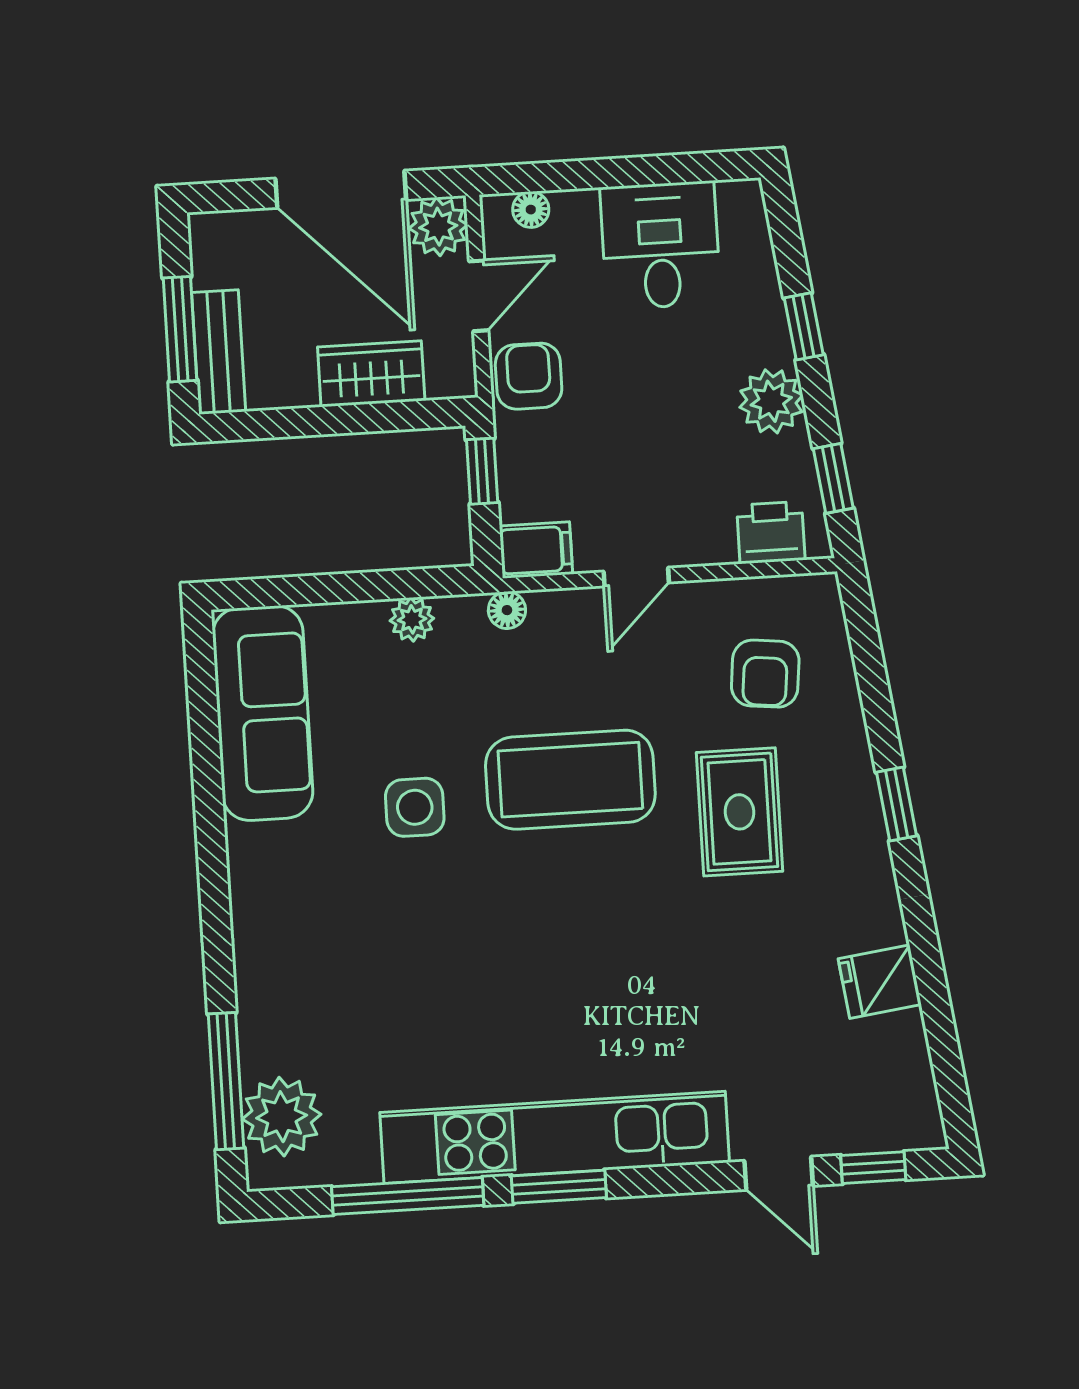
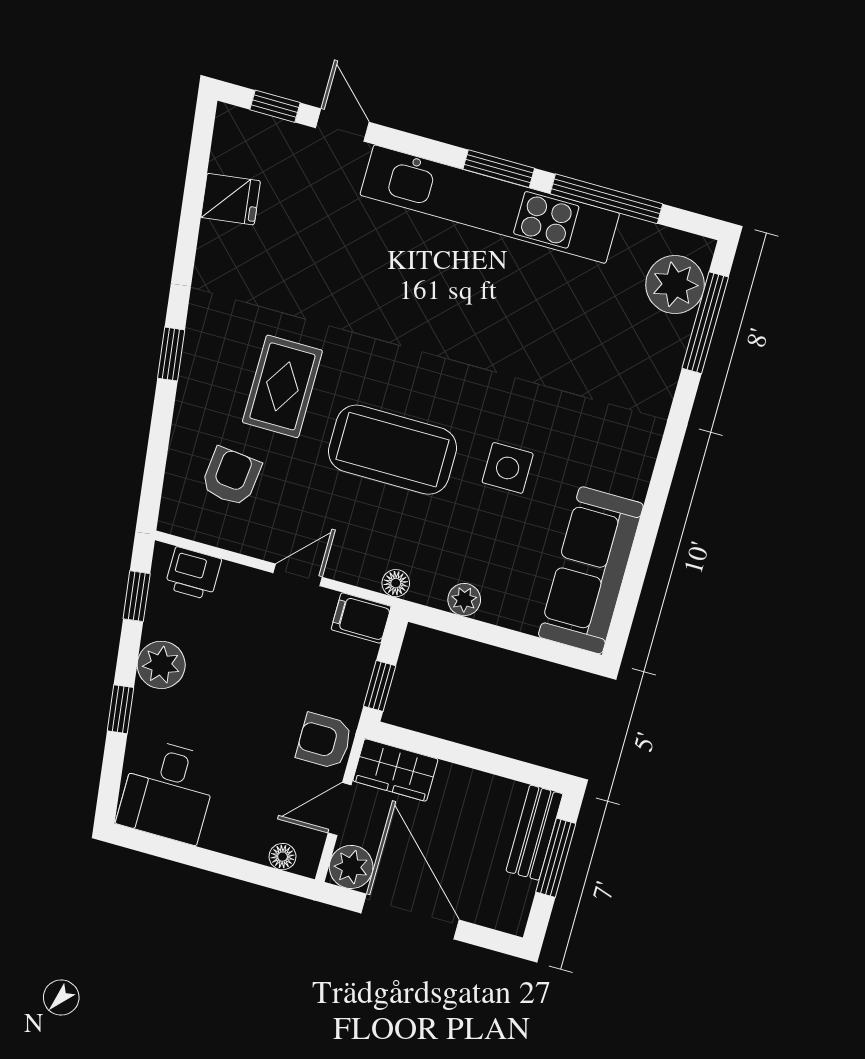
desk: (660, 245) -> (168, 791), moved
wardrobe: (371, 374) -> (395, 770), moved
armchair: (529, 376) -> (324, 741), turned 90
fridge: (880, 982) -> (231, 199), moved

